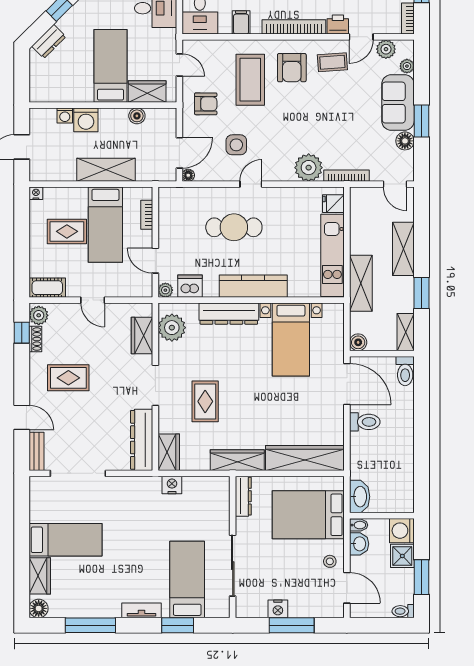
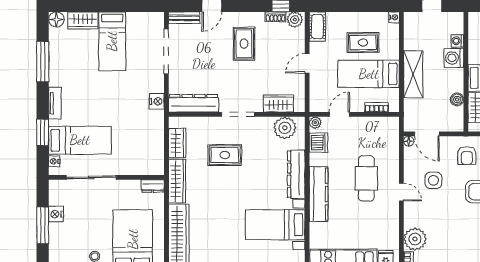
rug: (67, 231) -> (363, 43), turned 90
wardrobe: (169, 452) -> (177, 143), moved, turned -90
nightstand: (172, 485) -> (157, 101), moved
dresser: (243, 496) -> (153, 186), width x0.70
nightstand: (213, 611) -> (54, 161), added

